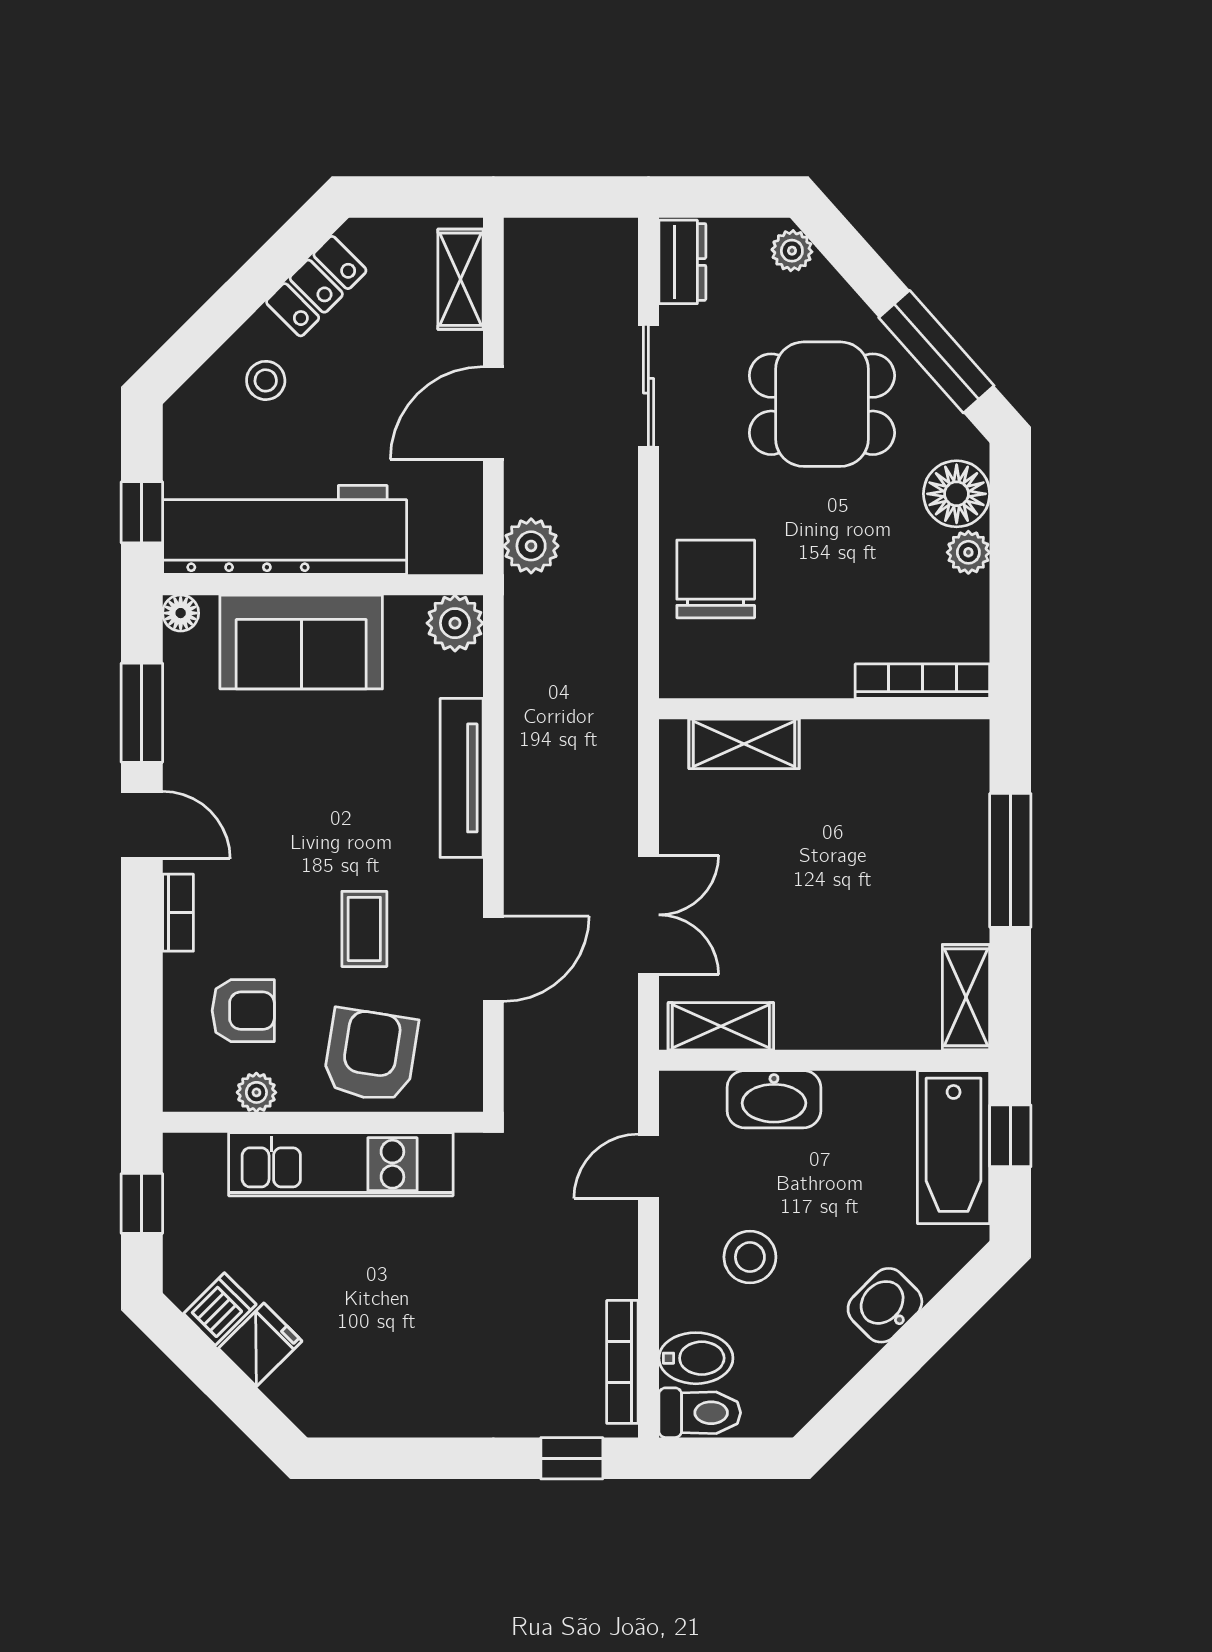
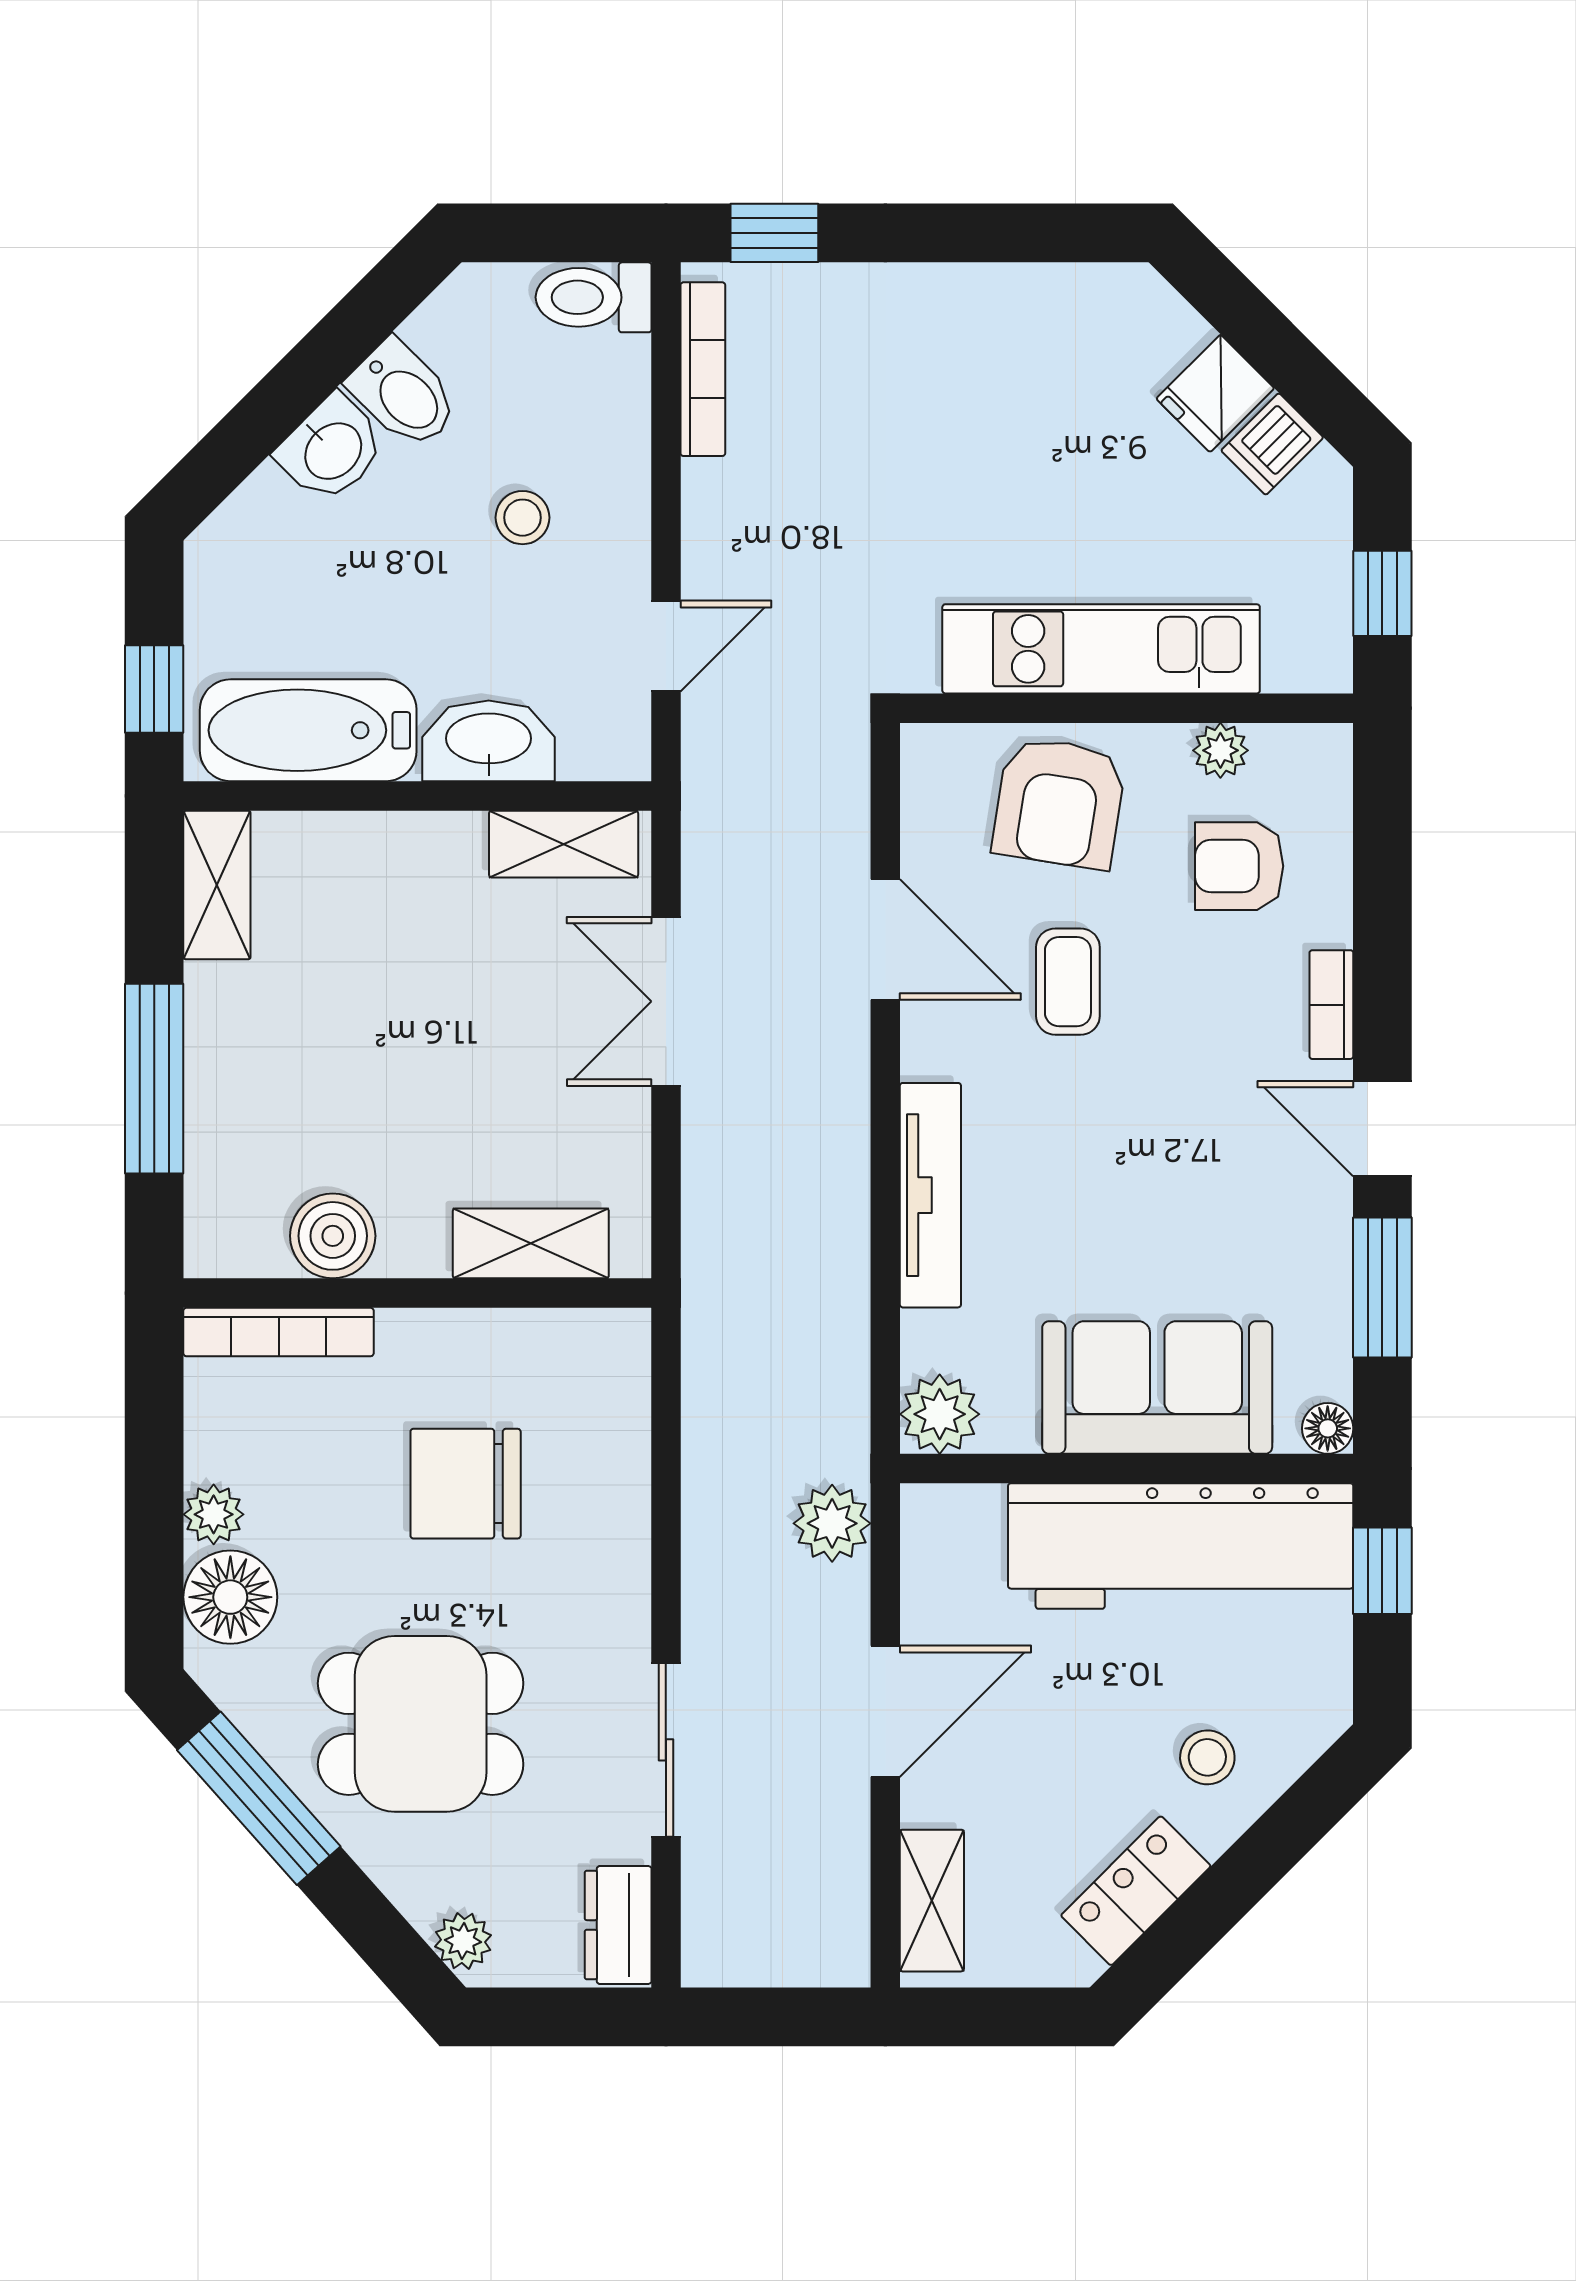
chair: (716, 579) -> (466, 1484), moved, turned 90
boiler: (884, 749) -> (333, 1236), added
door: (493, 959) -> (885, 939), swing flipped
bathtub: (954, 1147) -> (308, 730), moved, turned -90
stool: (750, 1257) -> (523, 518), width x0.73, depth x0.73
bidet: (696, 1358) -> (404, 394), moved, turned -135

